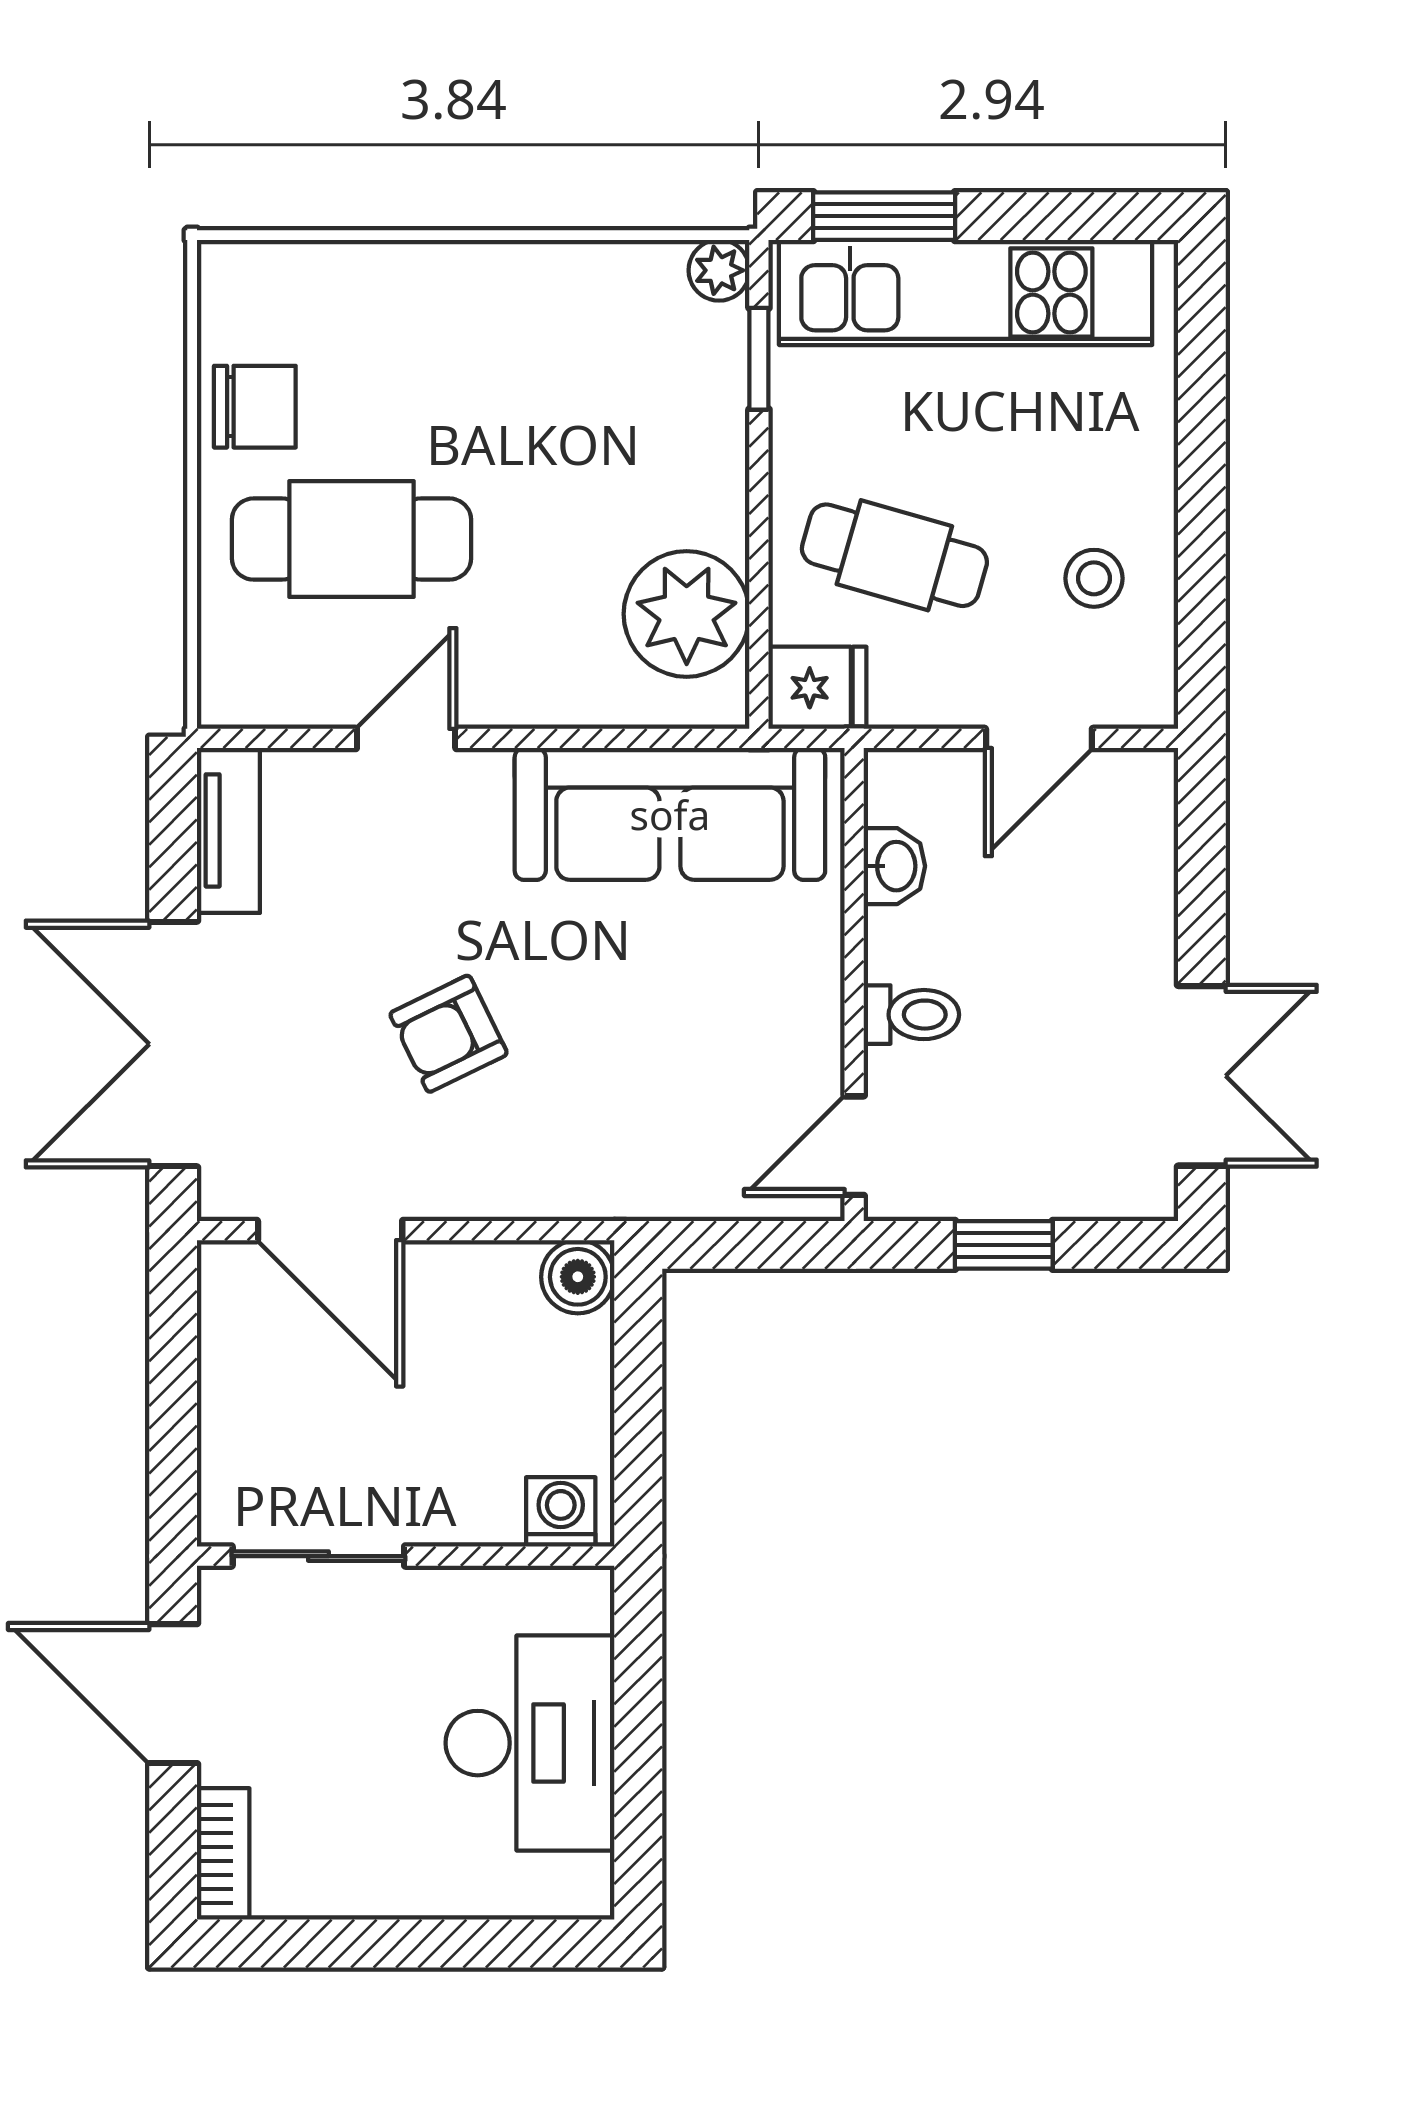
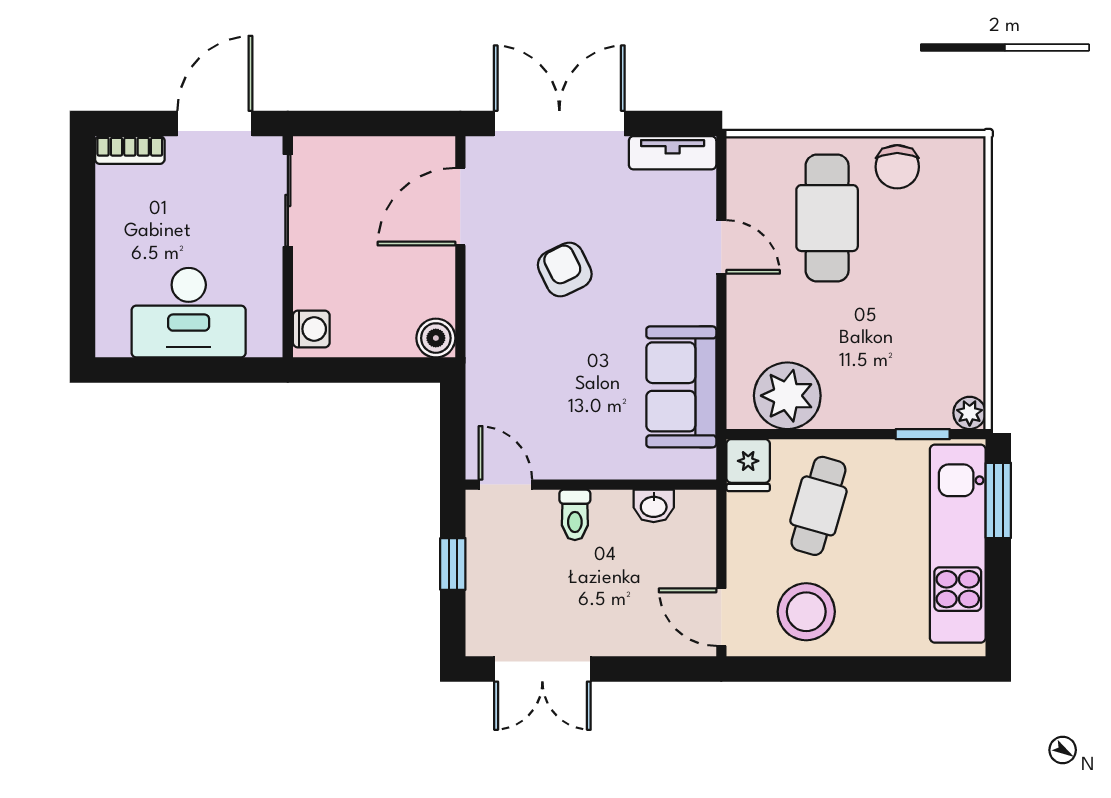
stool: (1094, 578) -> (806, 612), width x1.89, depth x1.89
door: (1039, 738) -> (721, 617), moved
sofa: (670, 814) -> (681, 387), width x0.73

